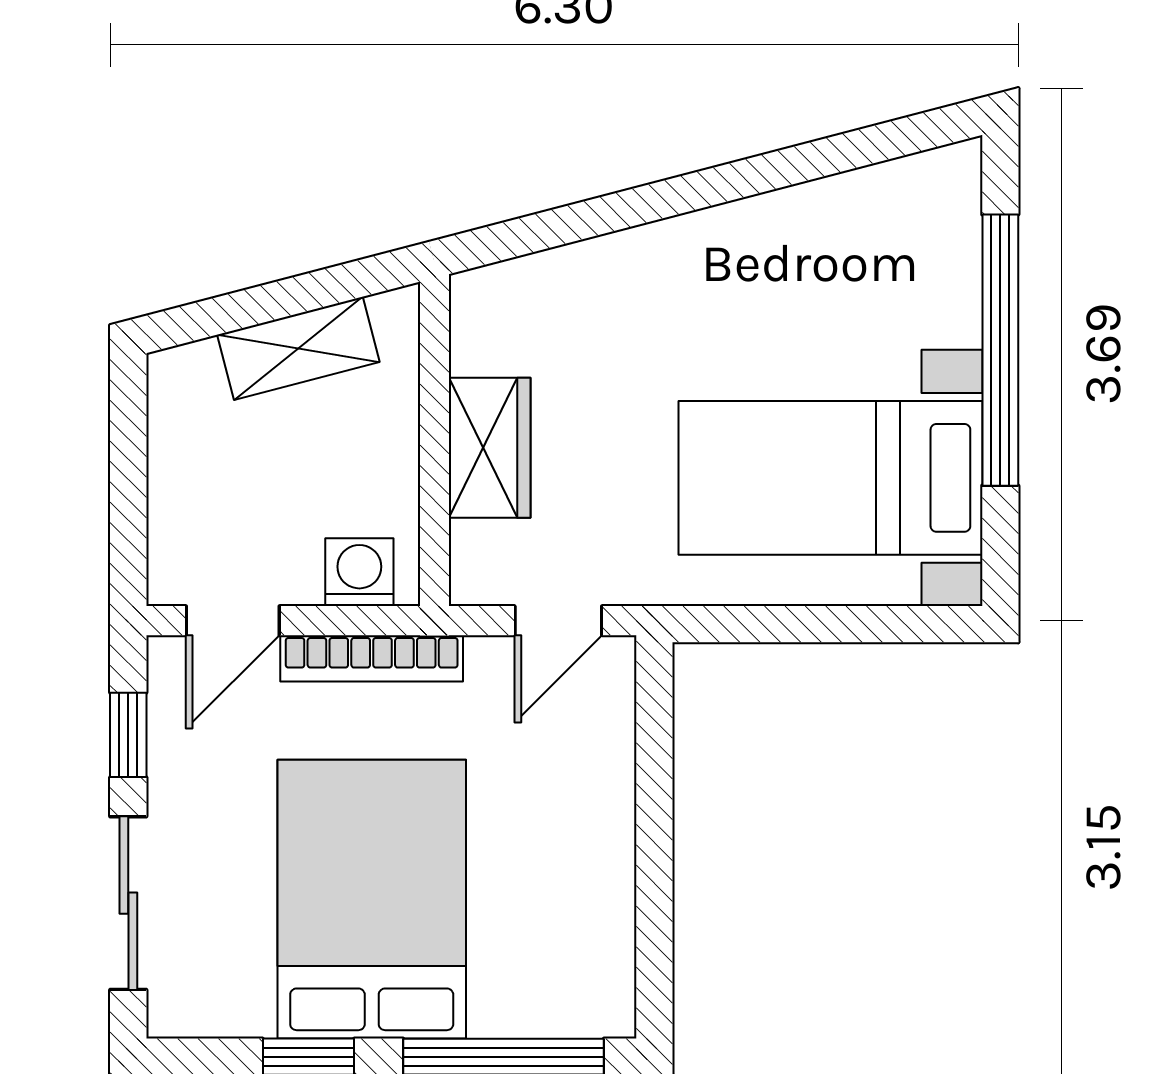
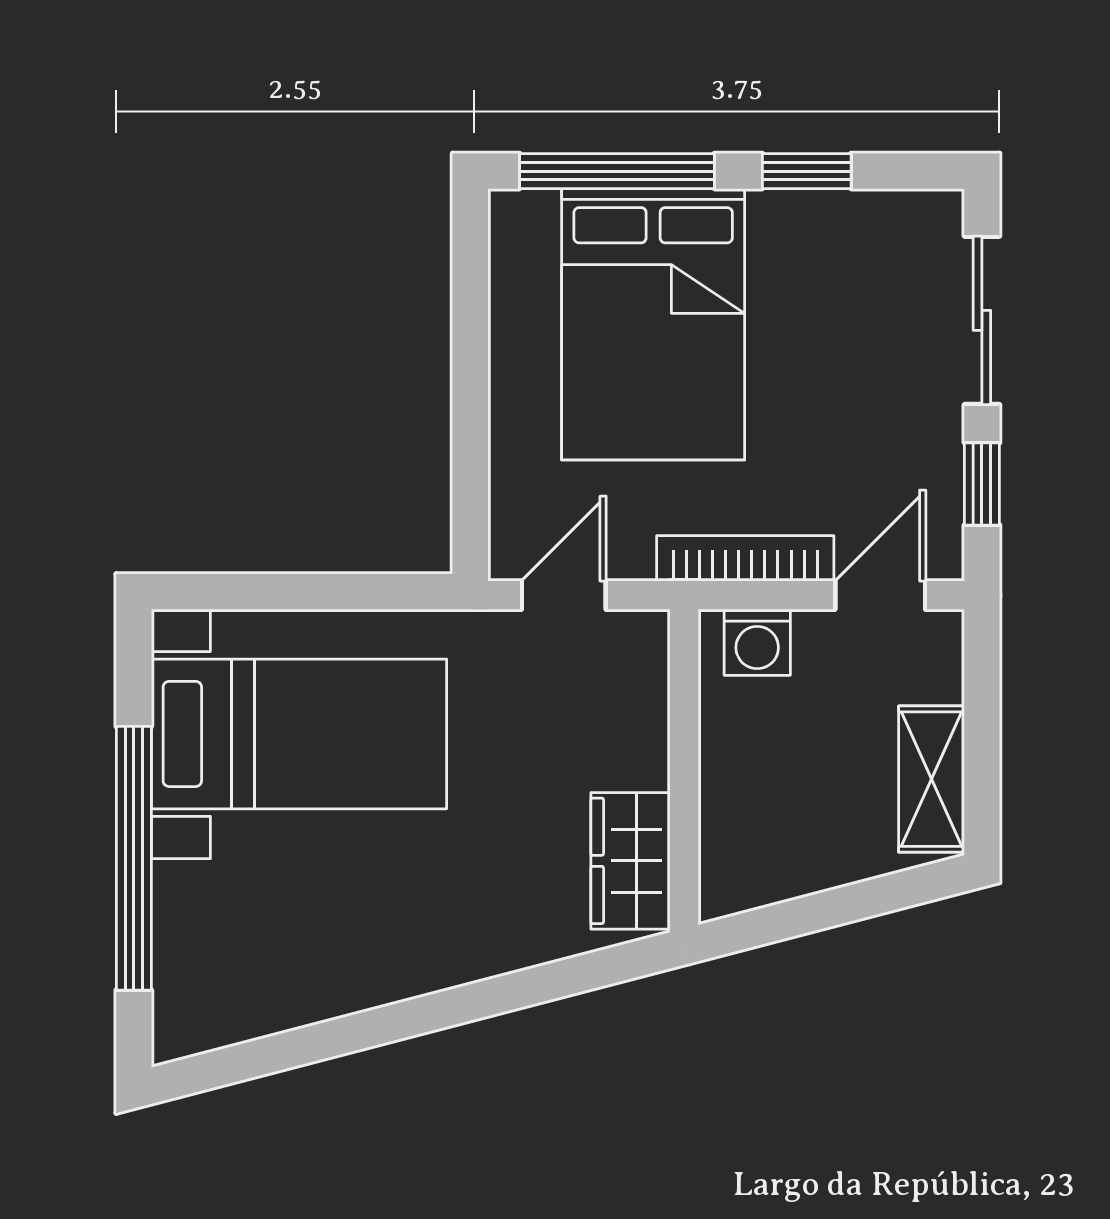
shelving: (298, 348) -> (931, 779), moved, turned -75
wardrobe: (490, 448) -> (630, 861), moved
bed: (372, 899) -> (653, 324), moved

